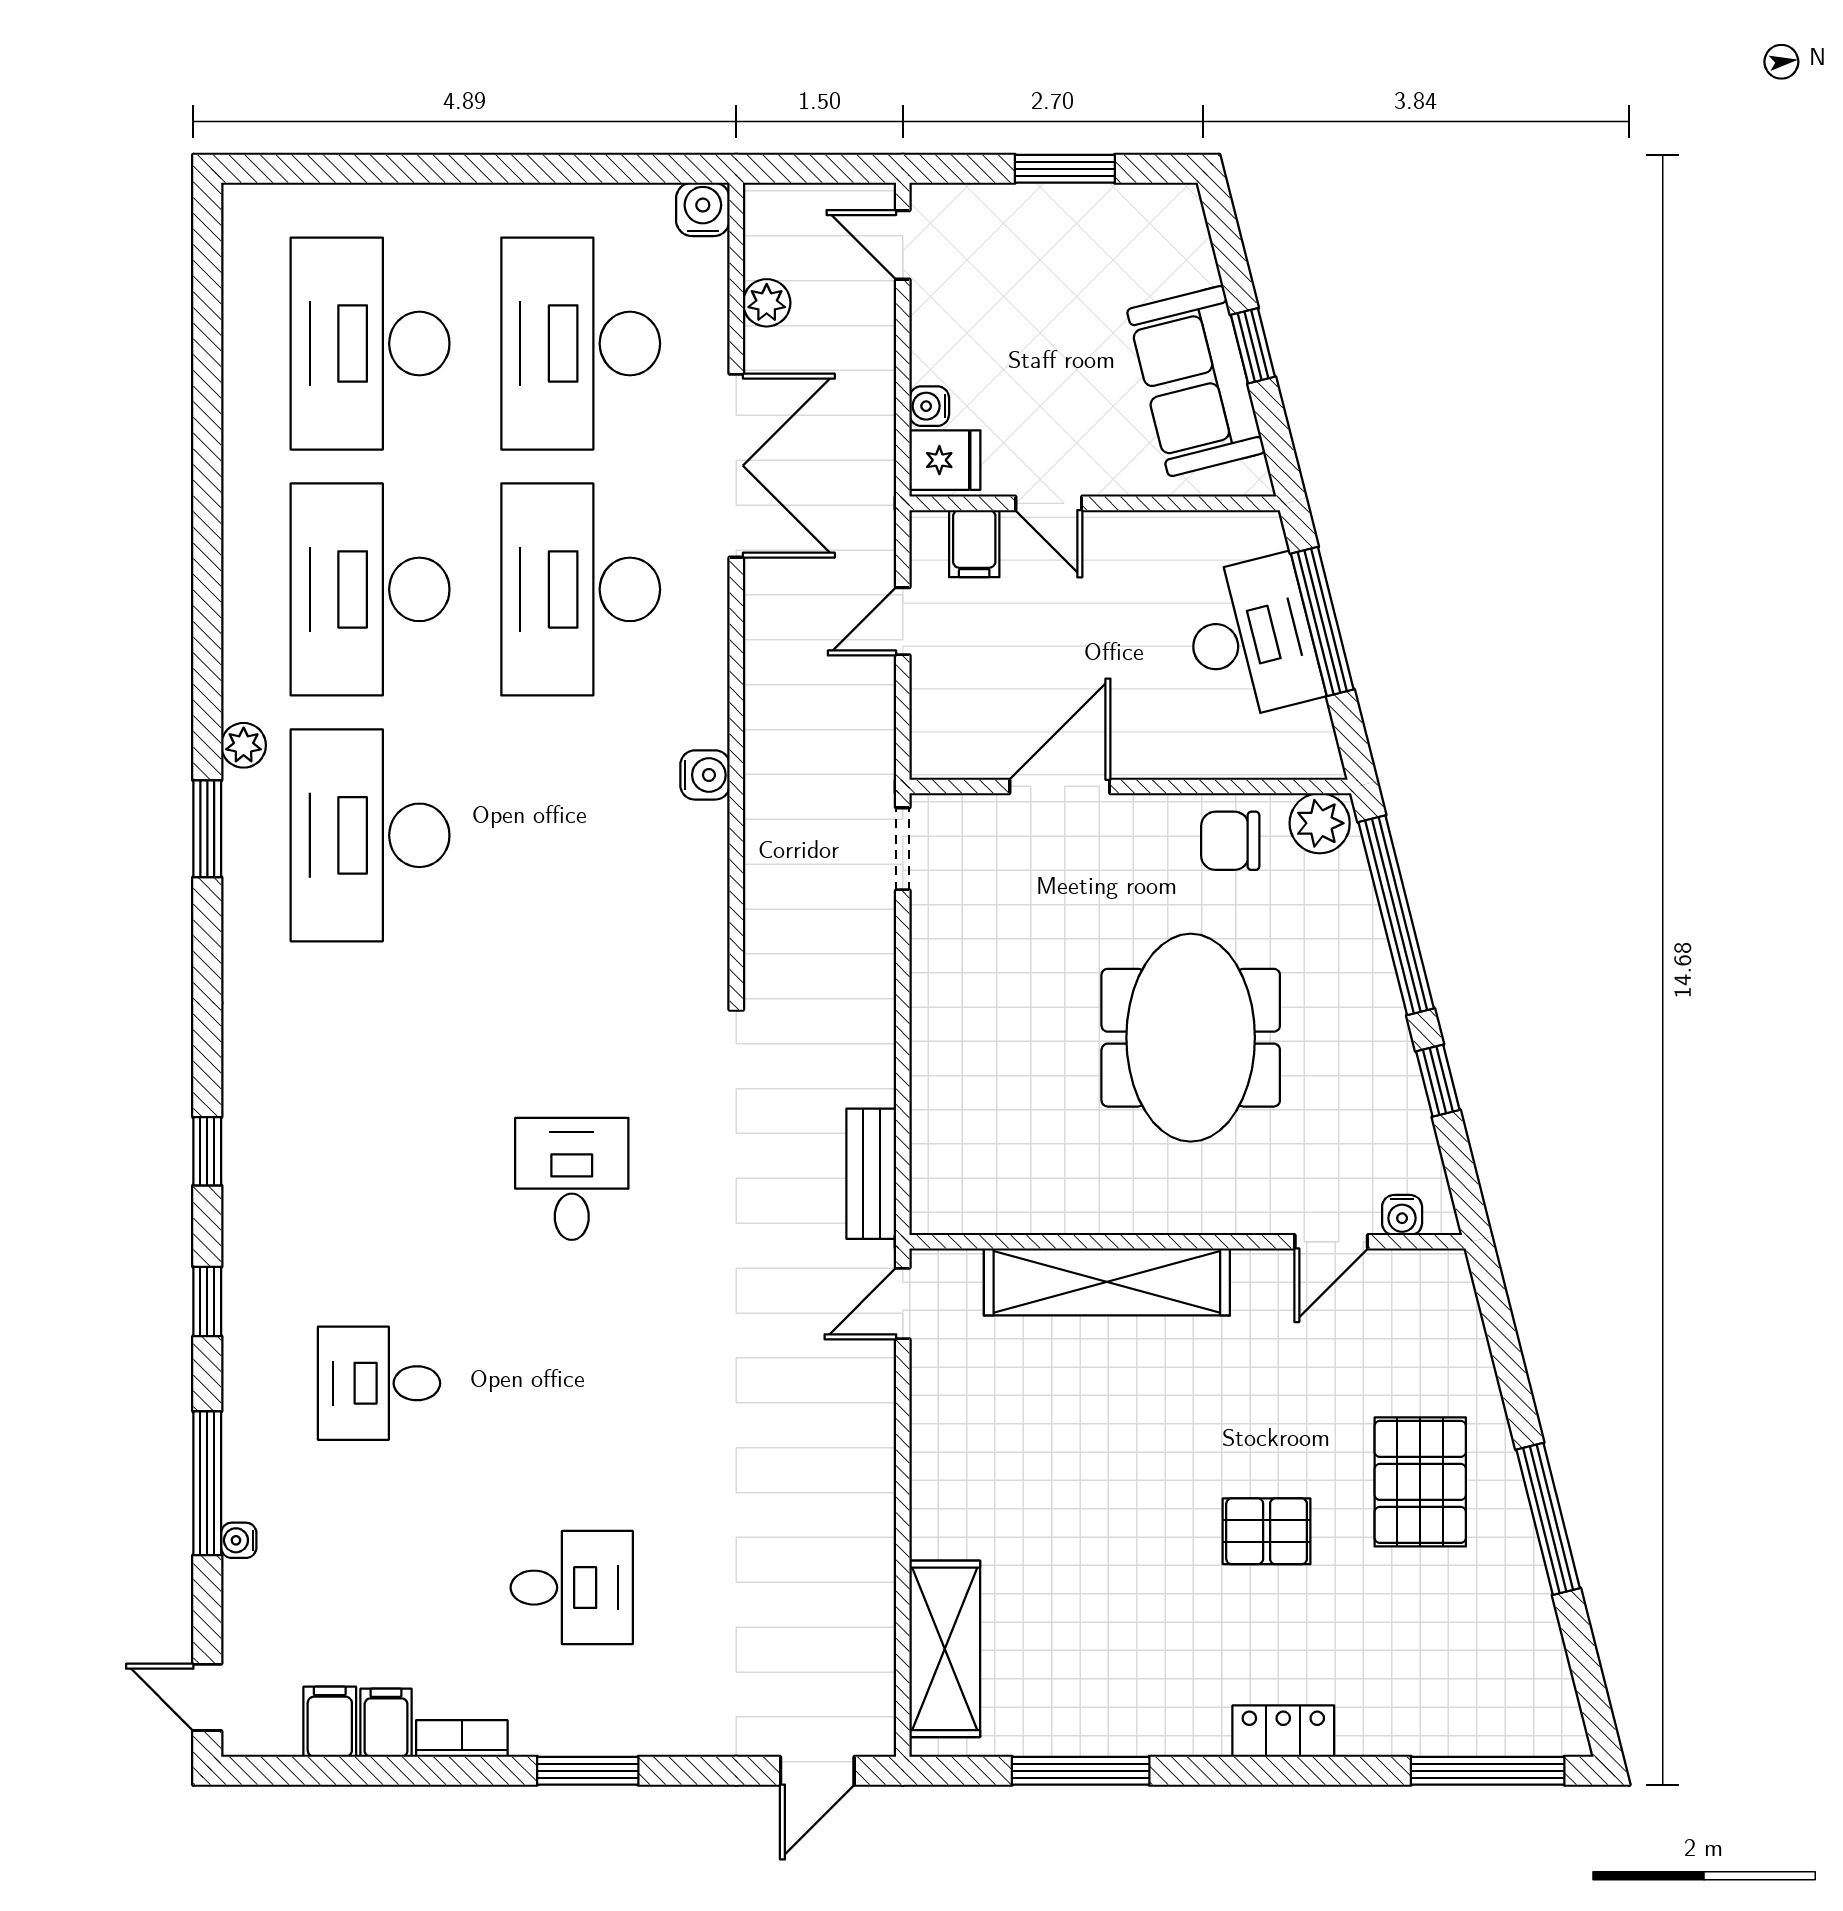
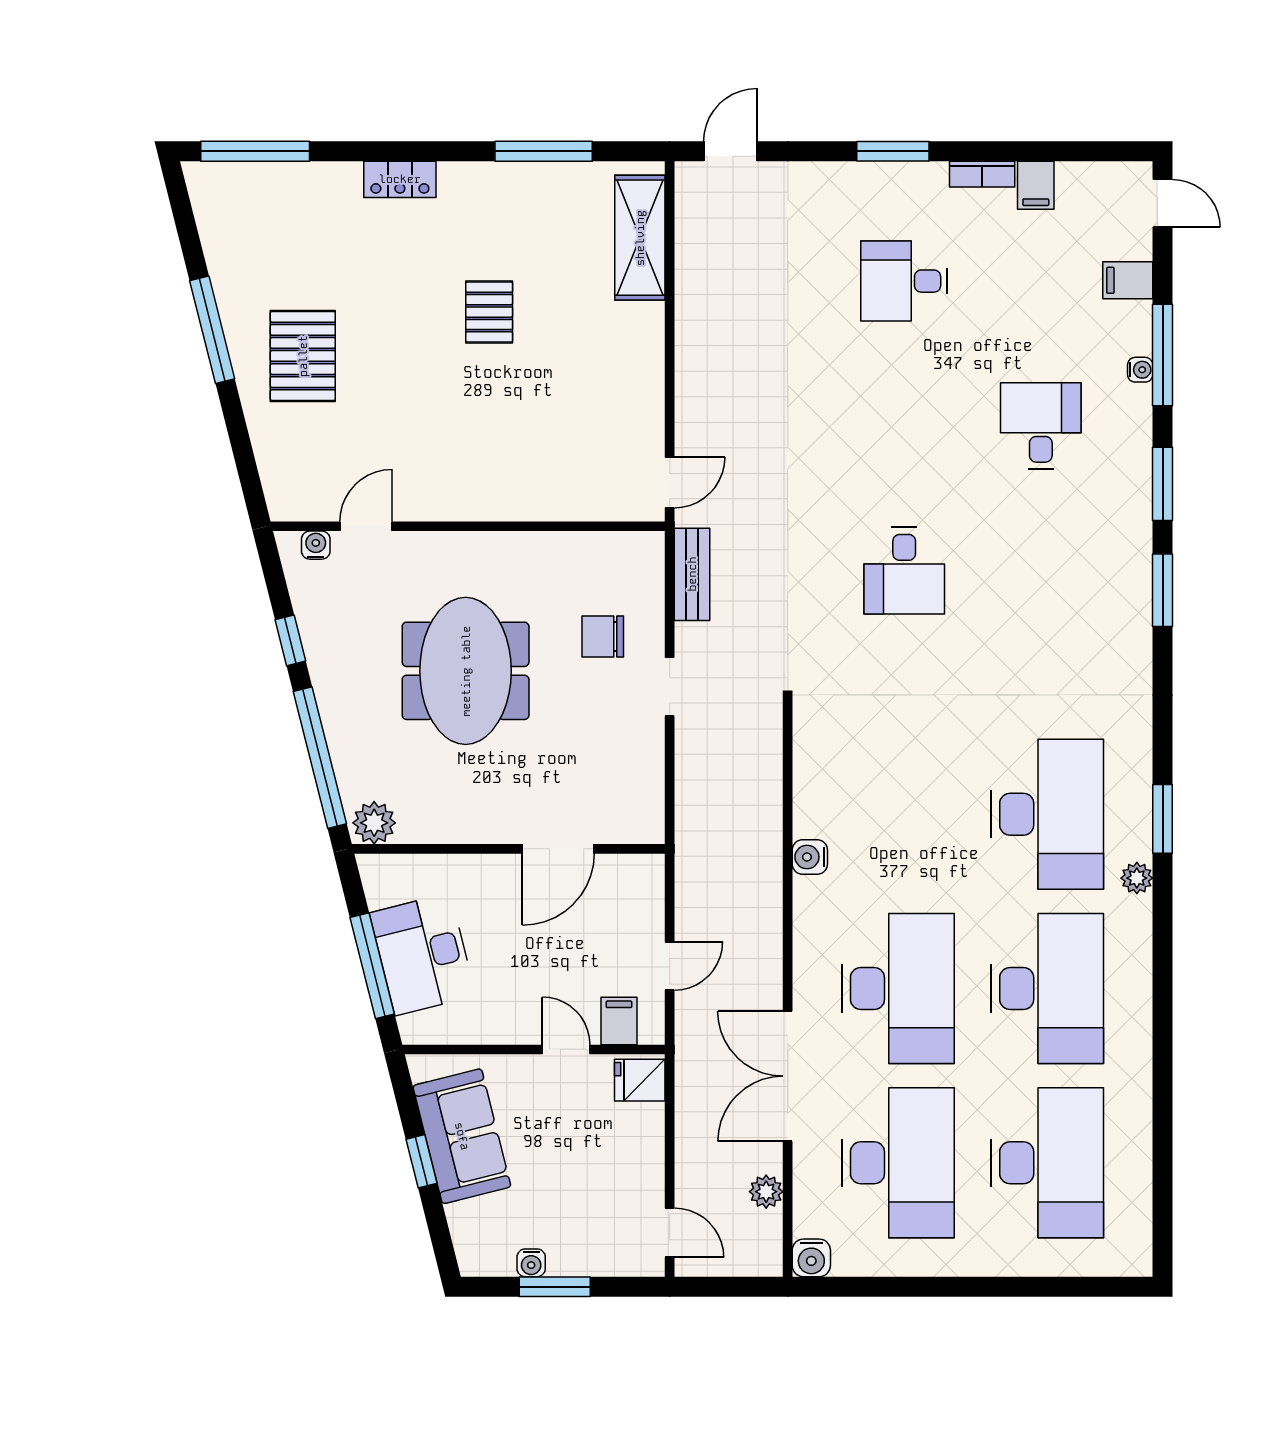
water cooler: (929, 406) -> (531, 1263), moved, turned 90
chair: (1230, 841) -> (603, 637), moved, turned 180
doorway: (903, 849) -> (670, 687), moved
window: (207, 1151) -> (1163, 590), width x1.50
shelving: (1107, 1282) -> (525, 498), removed
window: (207, 1301) -> (1163, 484), width x1.50
desk: (379, 1383) -> (1041, 426), turned -90
pallet: (1267, 1531) -> (489, 312), moved, turned 90
water cooler: (239, 1540) -> (1140, 370), moved
filing cabinet: (330, 1722) -> (1128, 280), moved, turned 90

